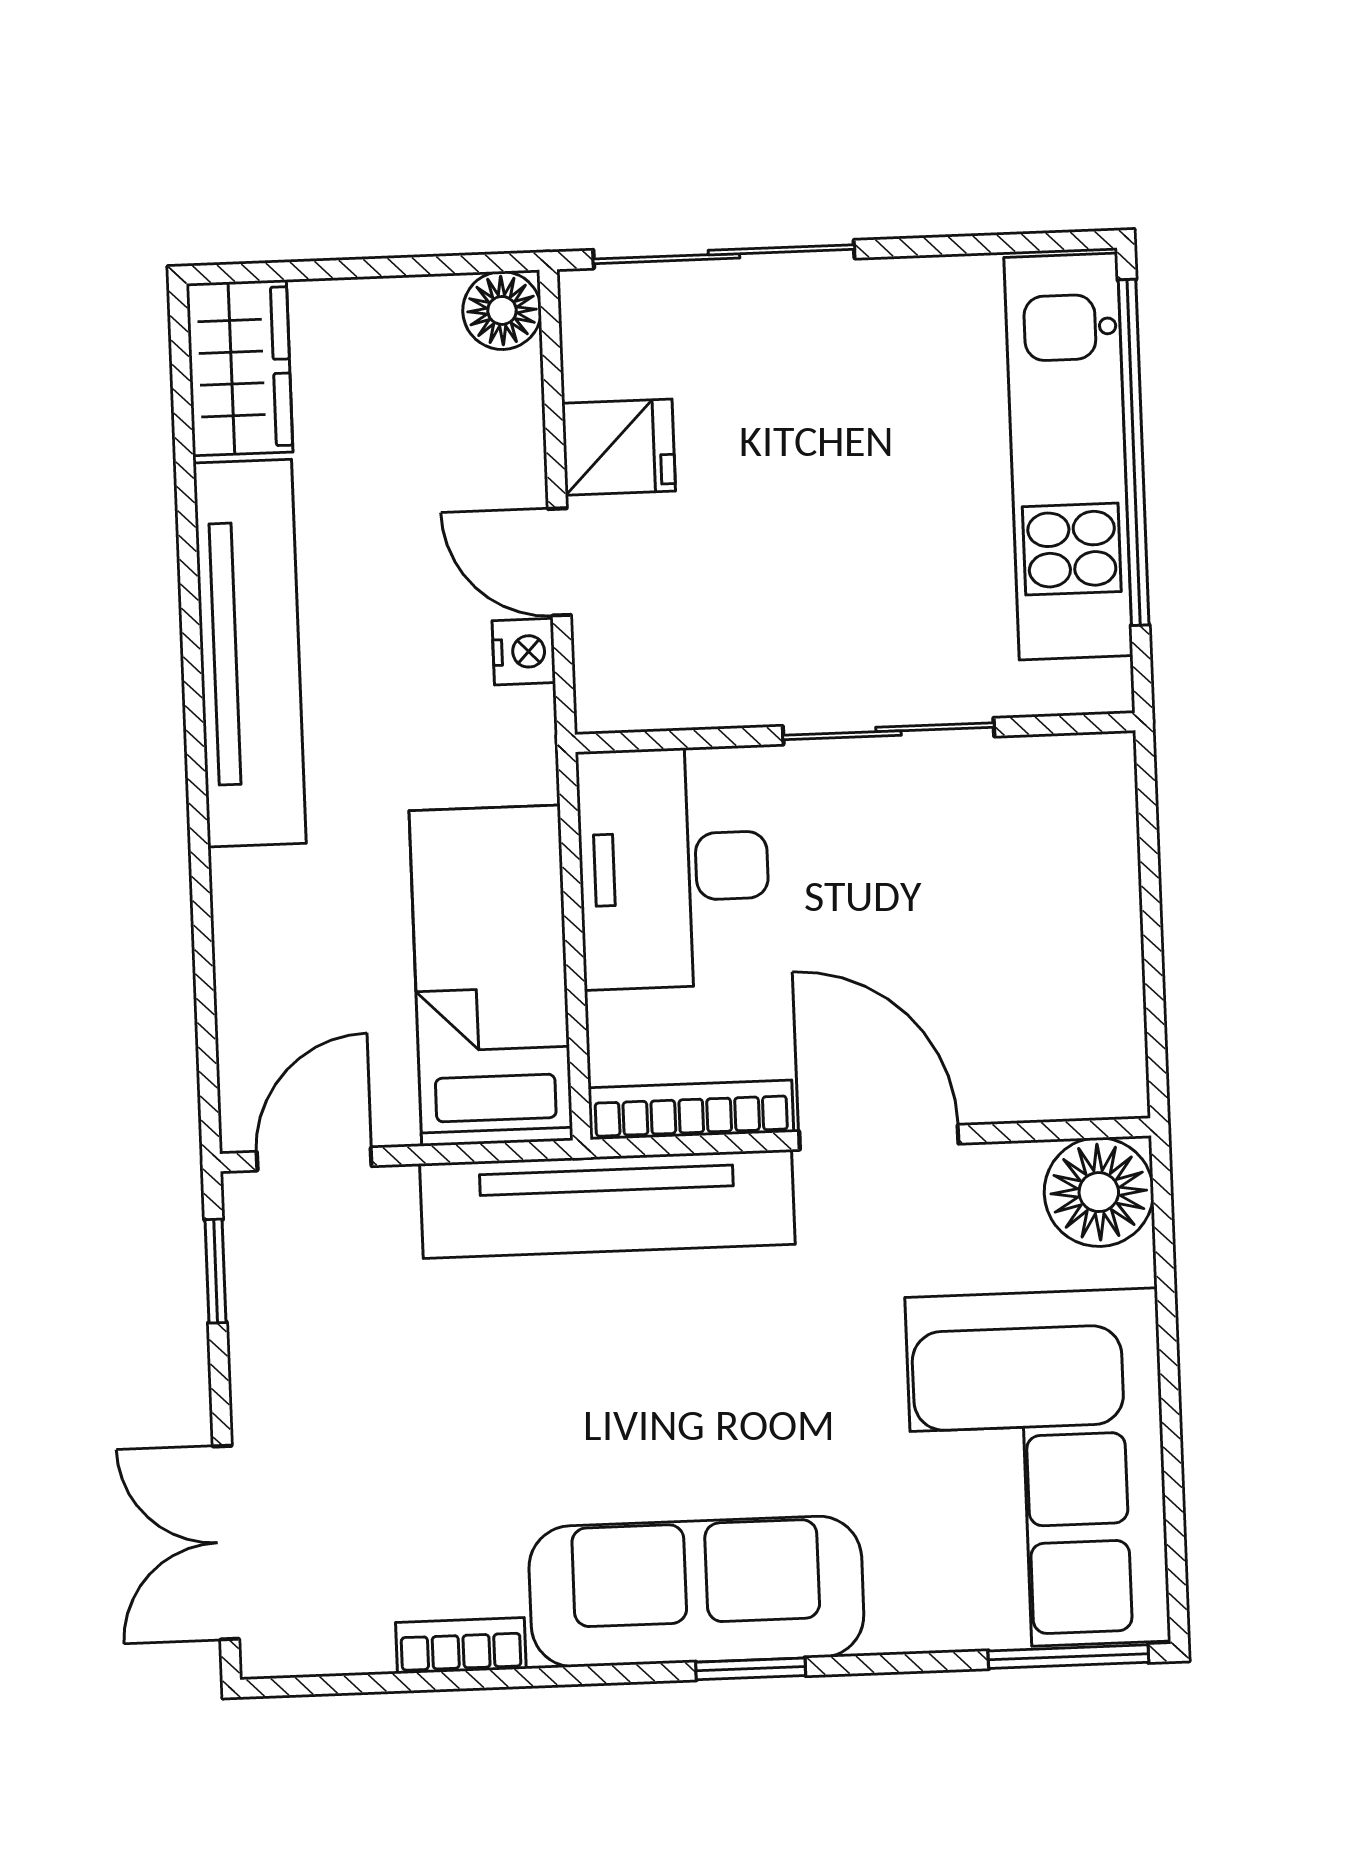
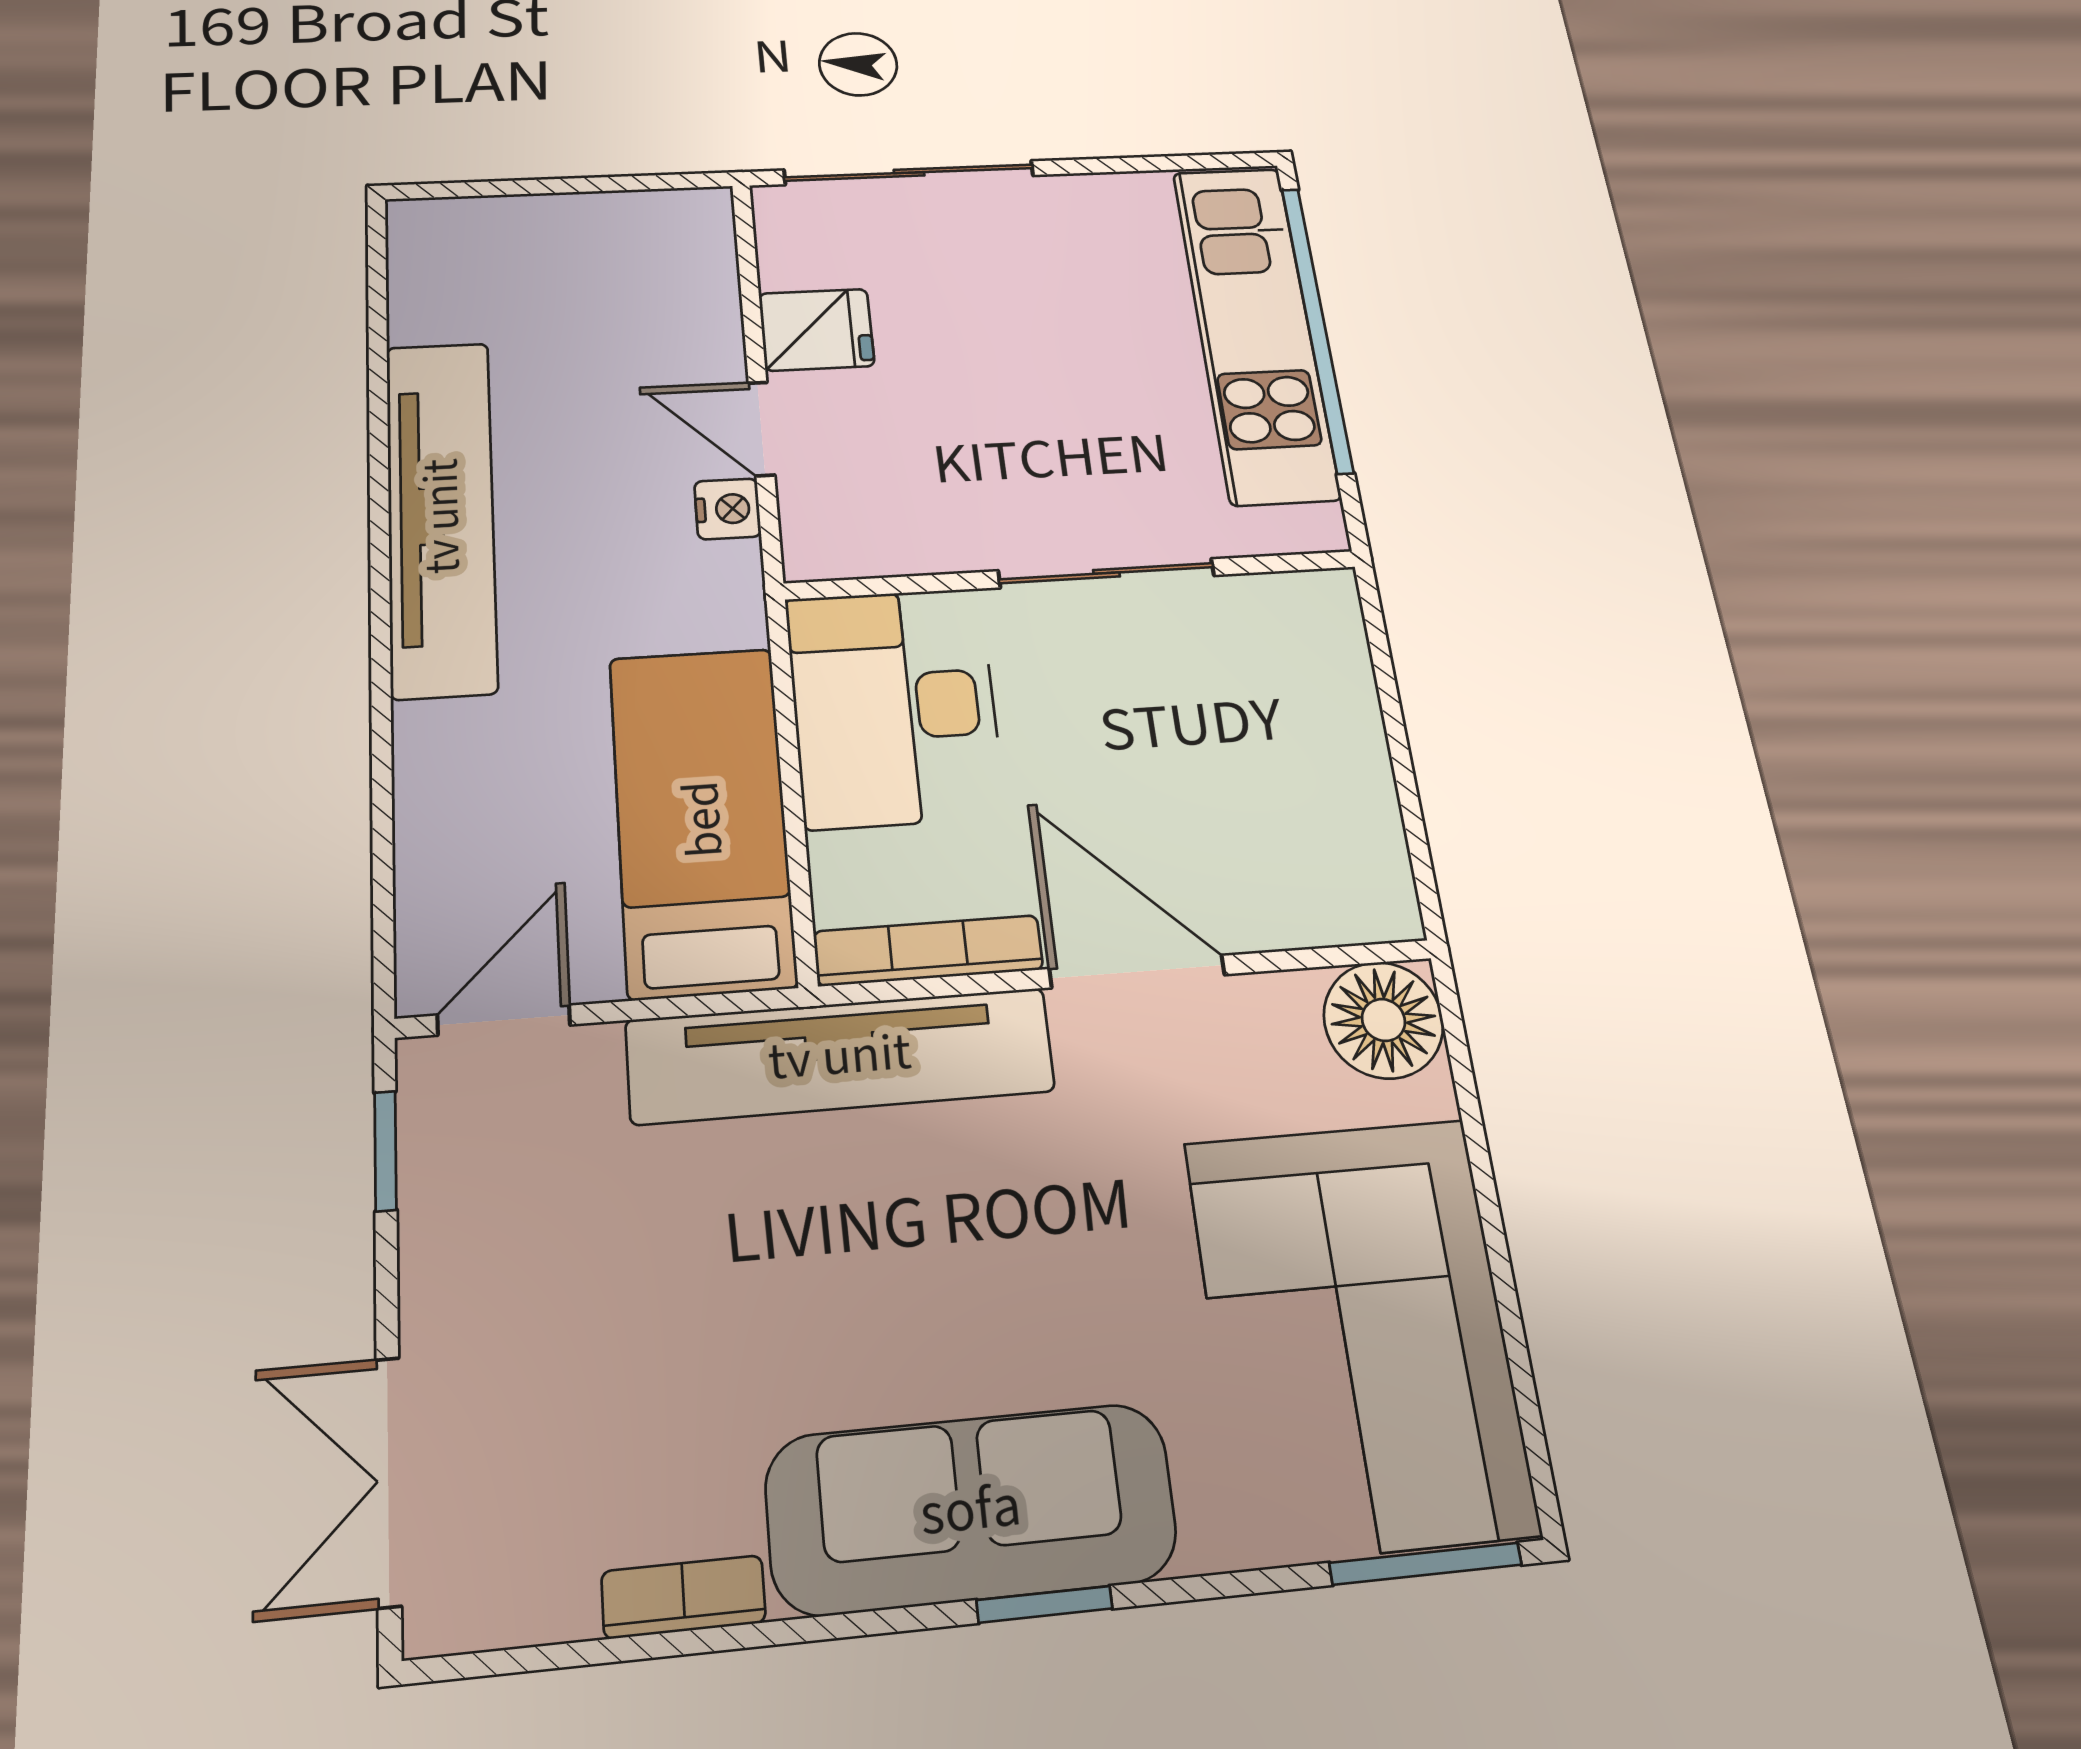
floor lamp: (502, 310) -> (697, 219), removed
wardrobe: (240, 368) -> (436, 268), removed

